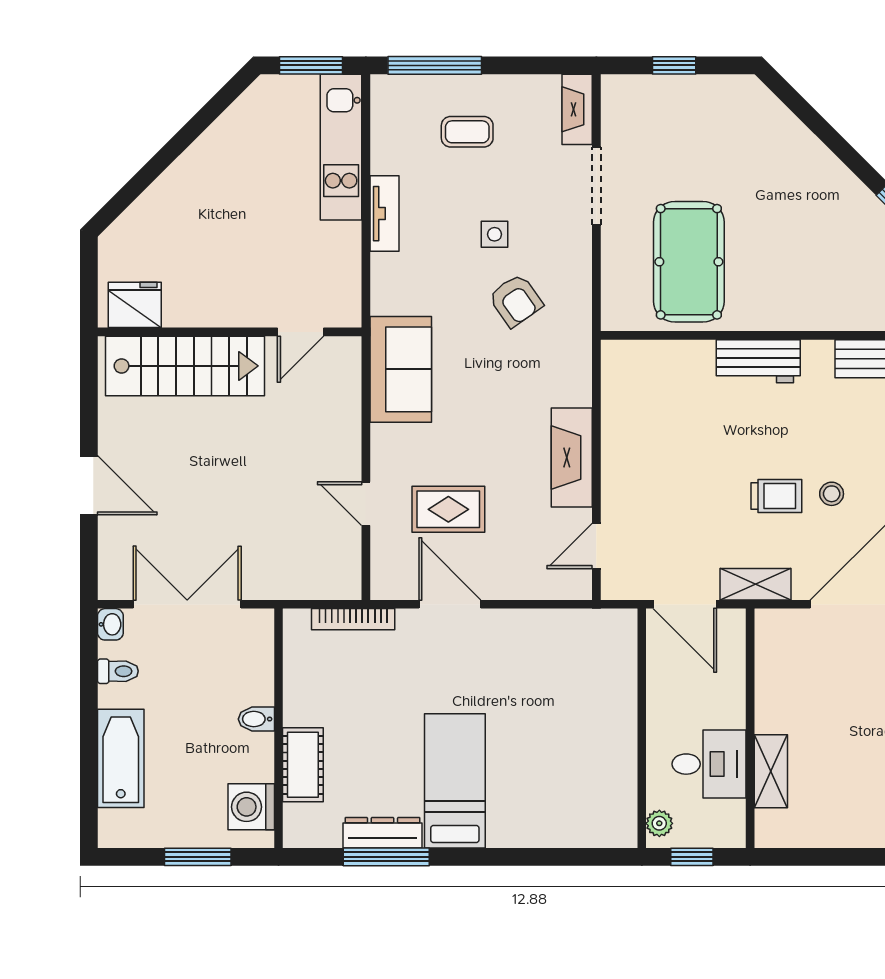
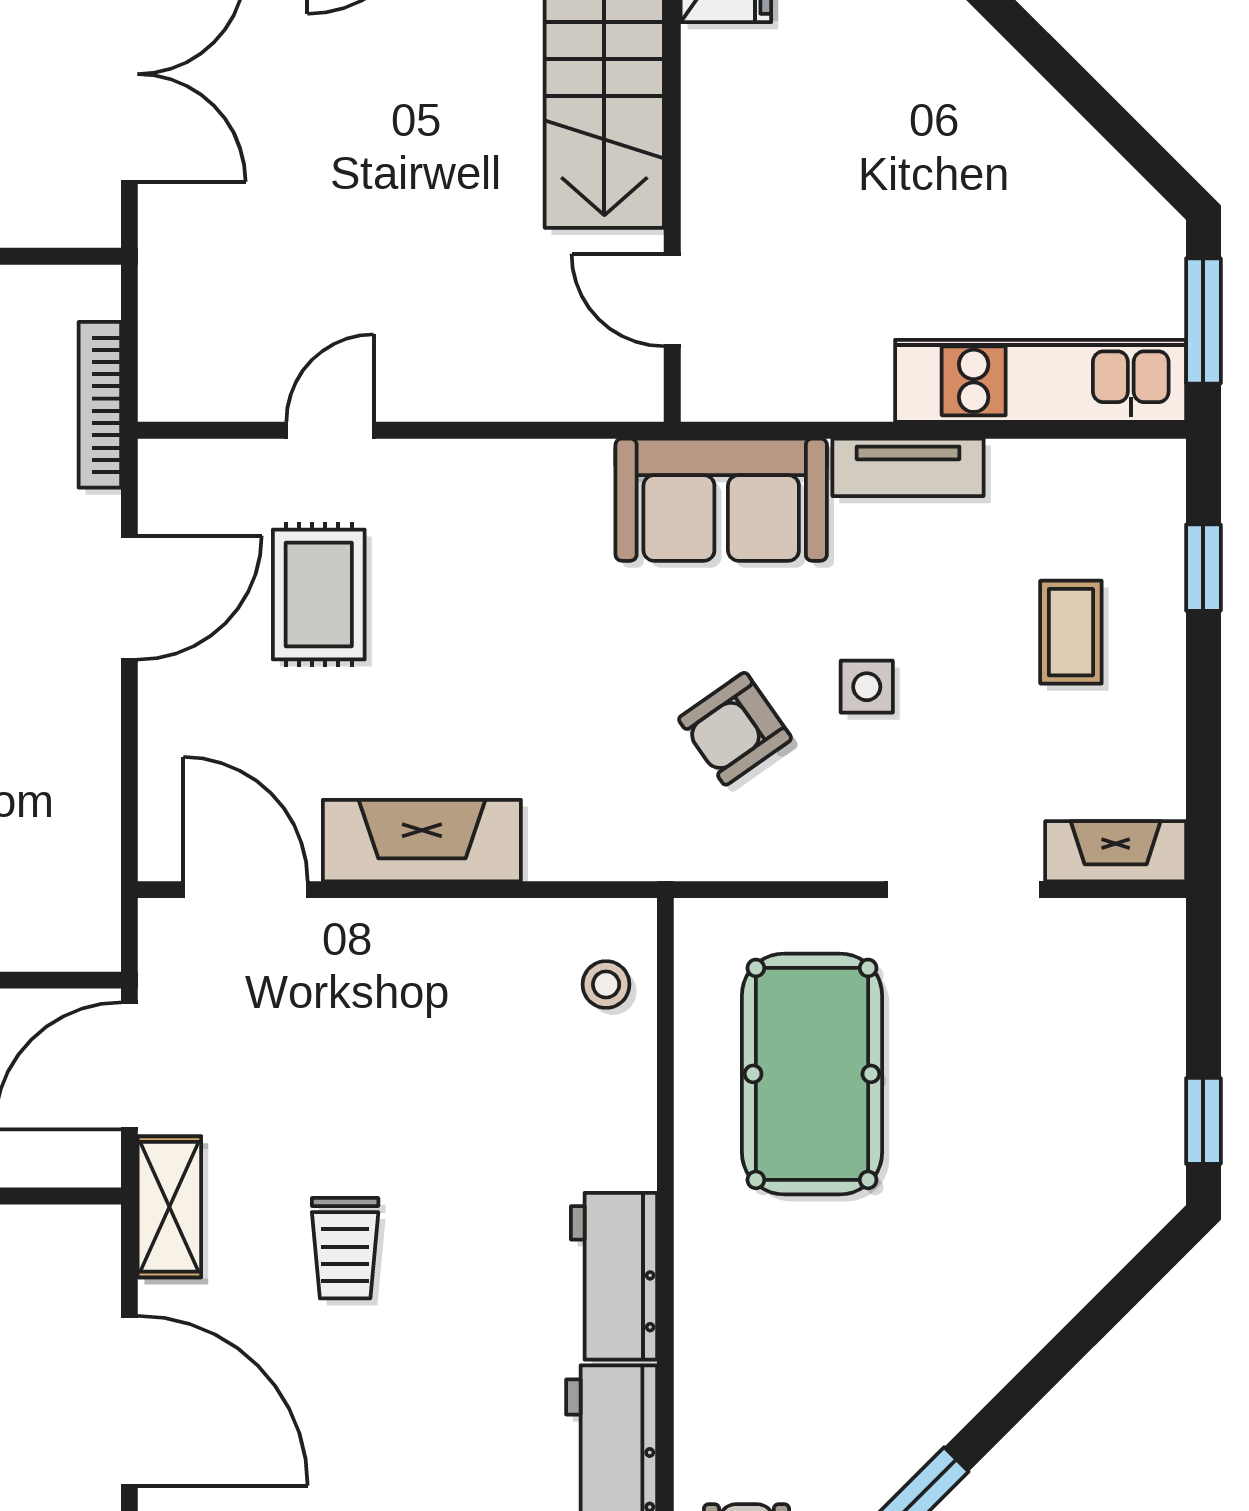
window: (435, 65) -> (1203, 568), width x0.46
window: (674, 65) -> (1203, 1121), moved
pool table: (689, 262) -> (812, 1074), turned 90
workbench: (758, 361) -> (614, 1276), moved
sofa: (401, 369) -> (721, 500), moved
stool: (832, 494) -> (606, 984), moved
door: (596, 546) -> (245, 890), width x1.38

